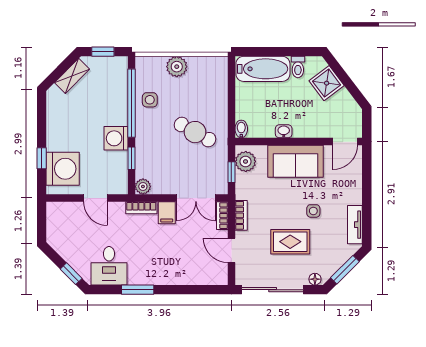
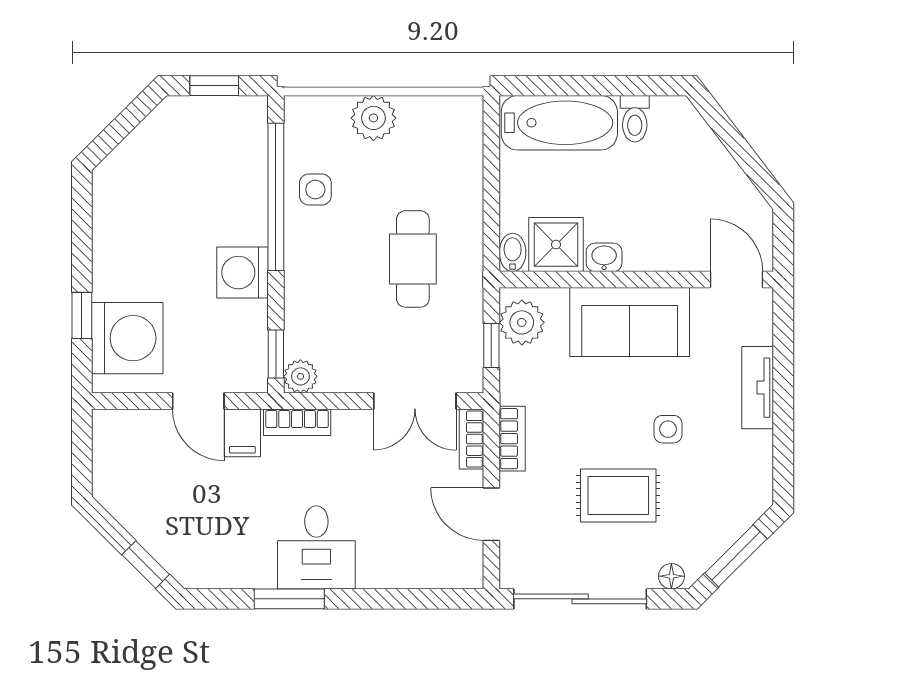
shelving: (72, 76) -> (148, 138), removed
shower: (327, 83) -> (556, 245), moved, turned 37
cafe table: (195, 132) -> (413, 259), turned 61
door: (345, 142) -> (737, 280), swing flipped
window: (131, 158) -> (276, 354), moved
filing cabinet: (167, 213) -> (242, 433), moved
tv unit: (355, 225) -> (758, 388), moved
desk: (109, 266) -> (316, 547), moved

